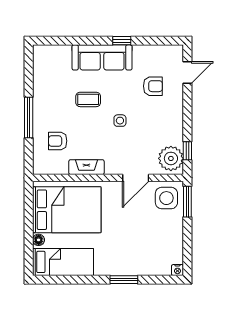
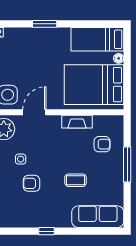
sofa: (102, 57) -> (98, 217), moved
armchair: (153, 86) -> (32, 183), moved
side table: (120, 121) -> (21, 159), moved

